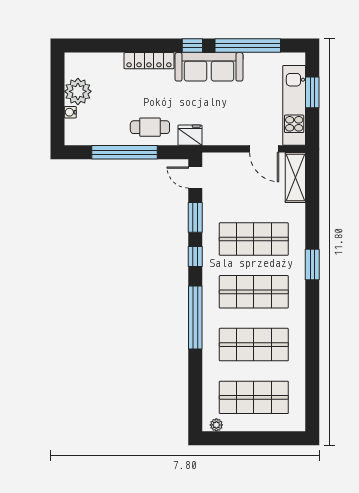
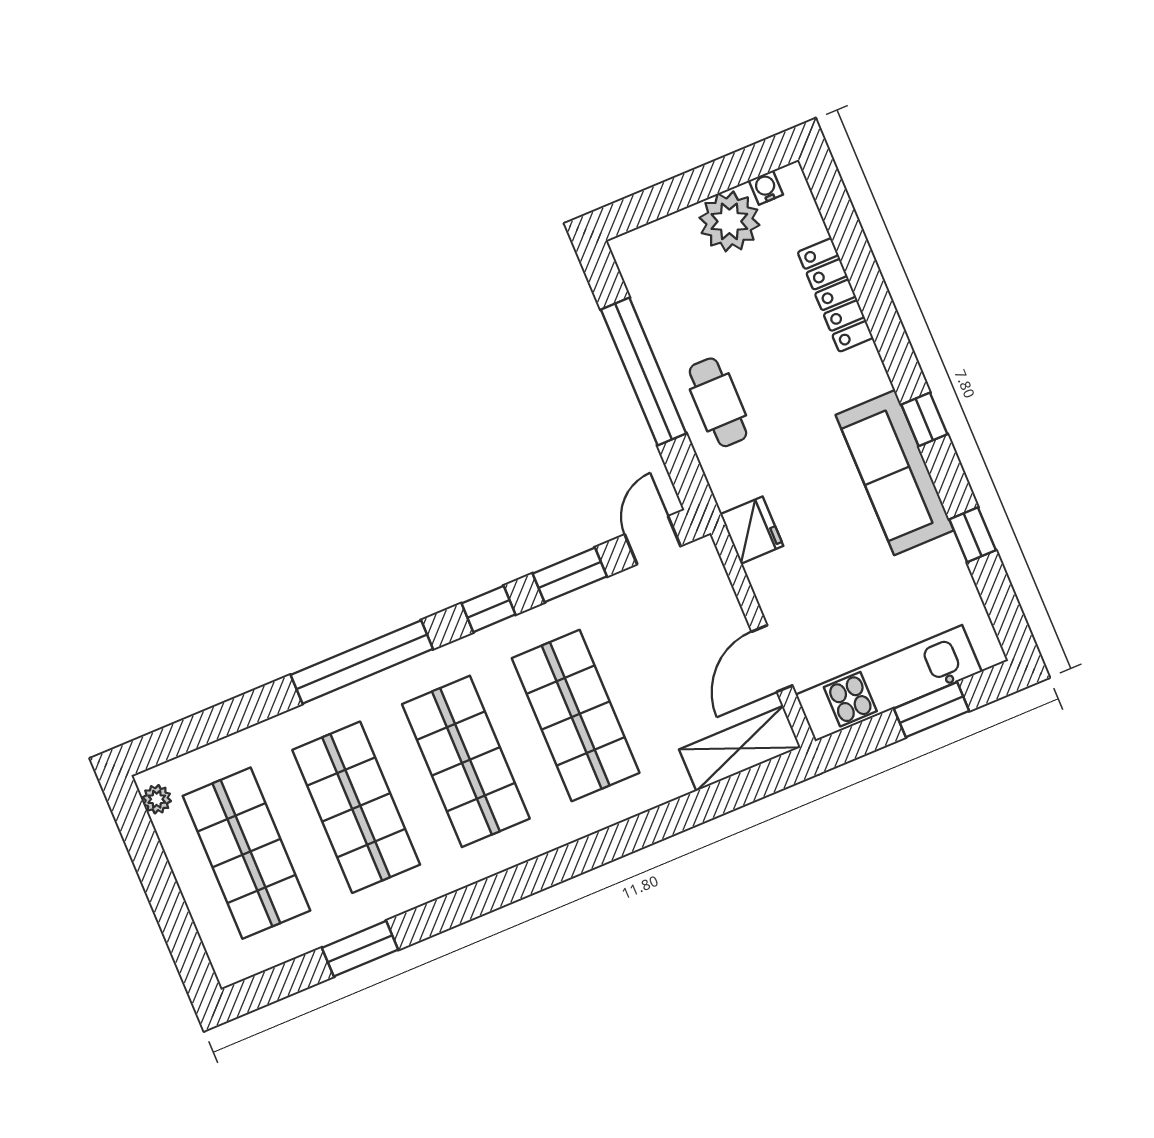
window: (248, 46) -> (973, 535), width x0.32
locker: (149, 61) -> (835, 295), moved
water cooler: (70, 112) -> (766, 188), moved
fridge: (190, 135) -> (752, 530), moved
window: (312, 265) -> (360, 949), moved

